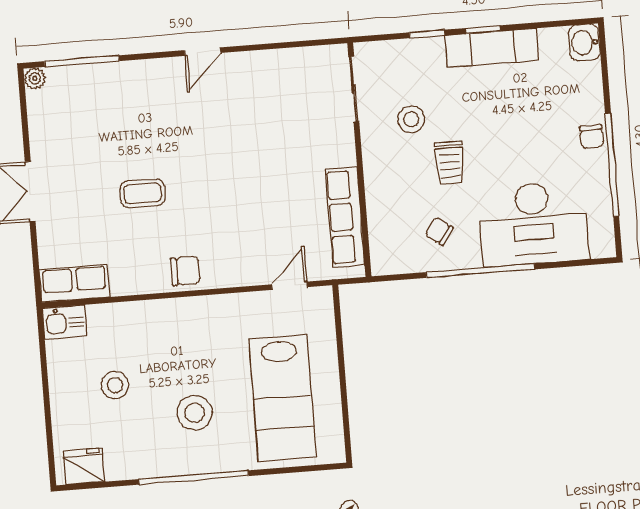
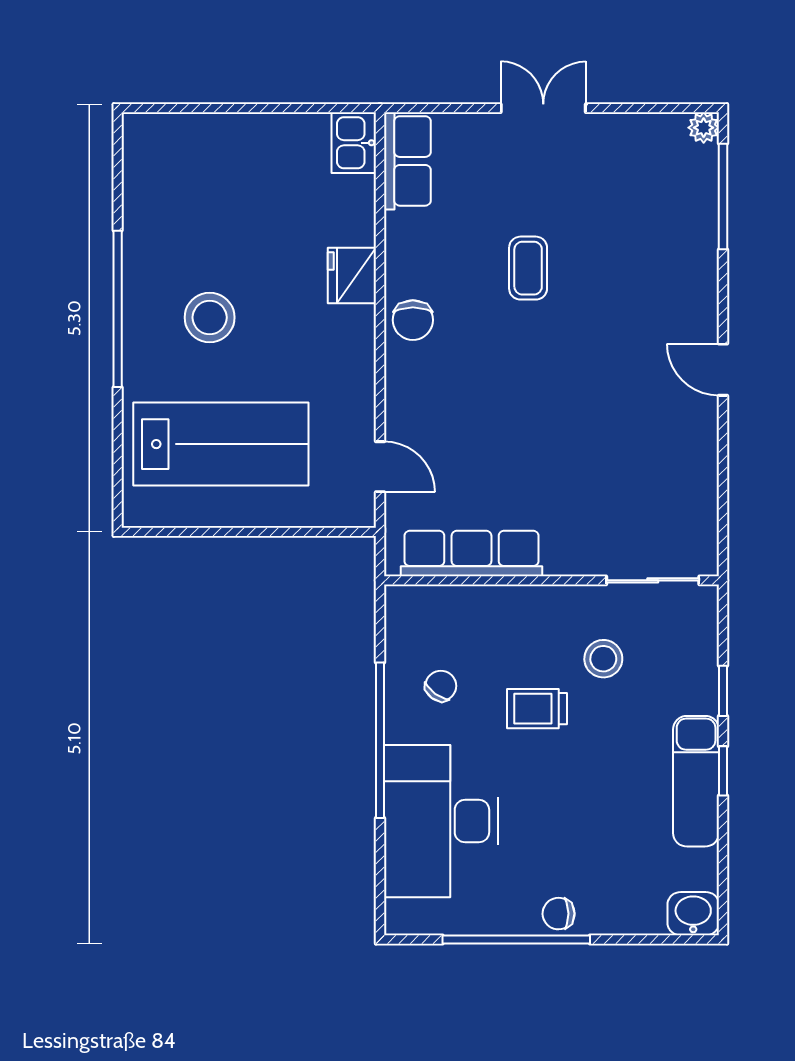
stool: (115, 385) -> (258, 207), removed
lab bench: (282, 398) -> (221, 444), turned 180
fridge: (84, 466) -> (352, 275), moved, turned 180

